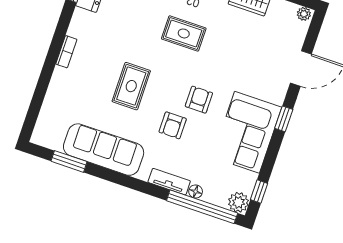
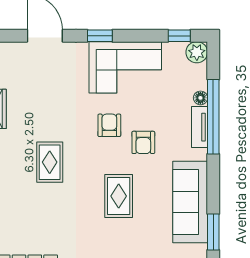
rug: (131, 86) -> (119, 196), turned 90
armchair: (199, 100) -> (109, 125), turned 90
armchair: (173, 125) -> (143, 142), turned 90
window: (202, 207) -> (213, 117), moved

